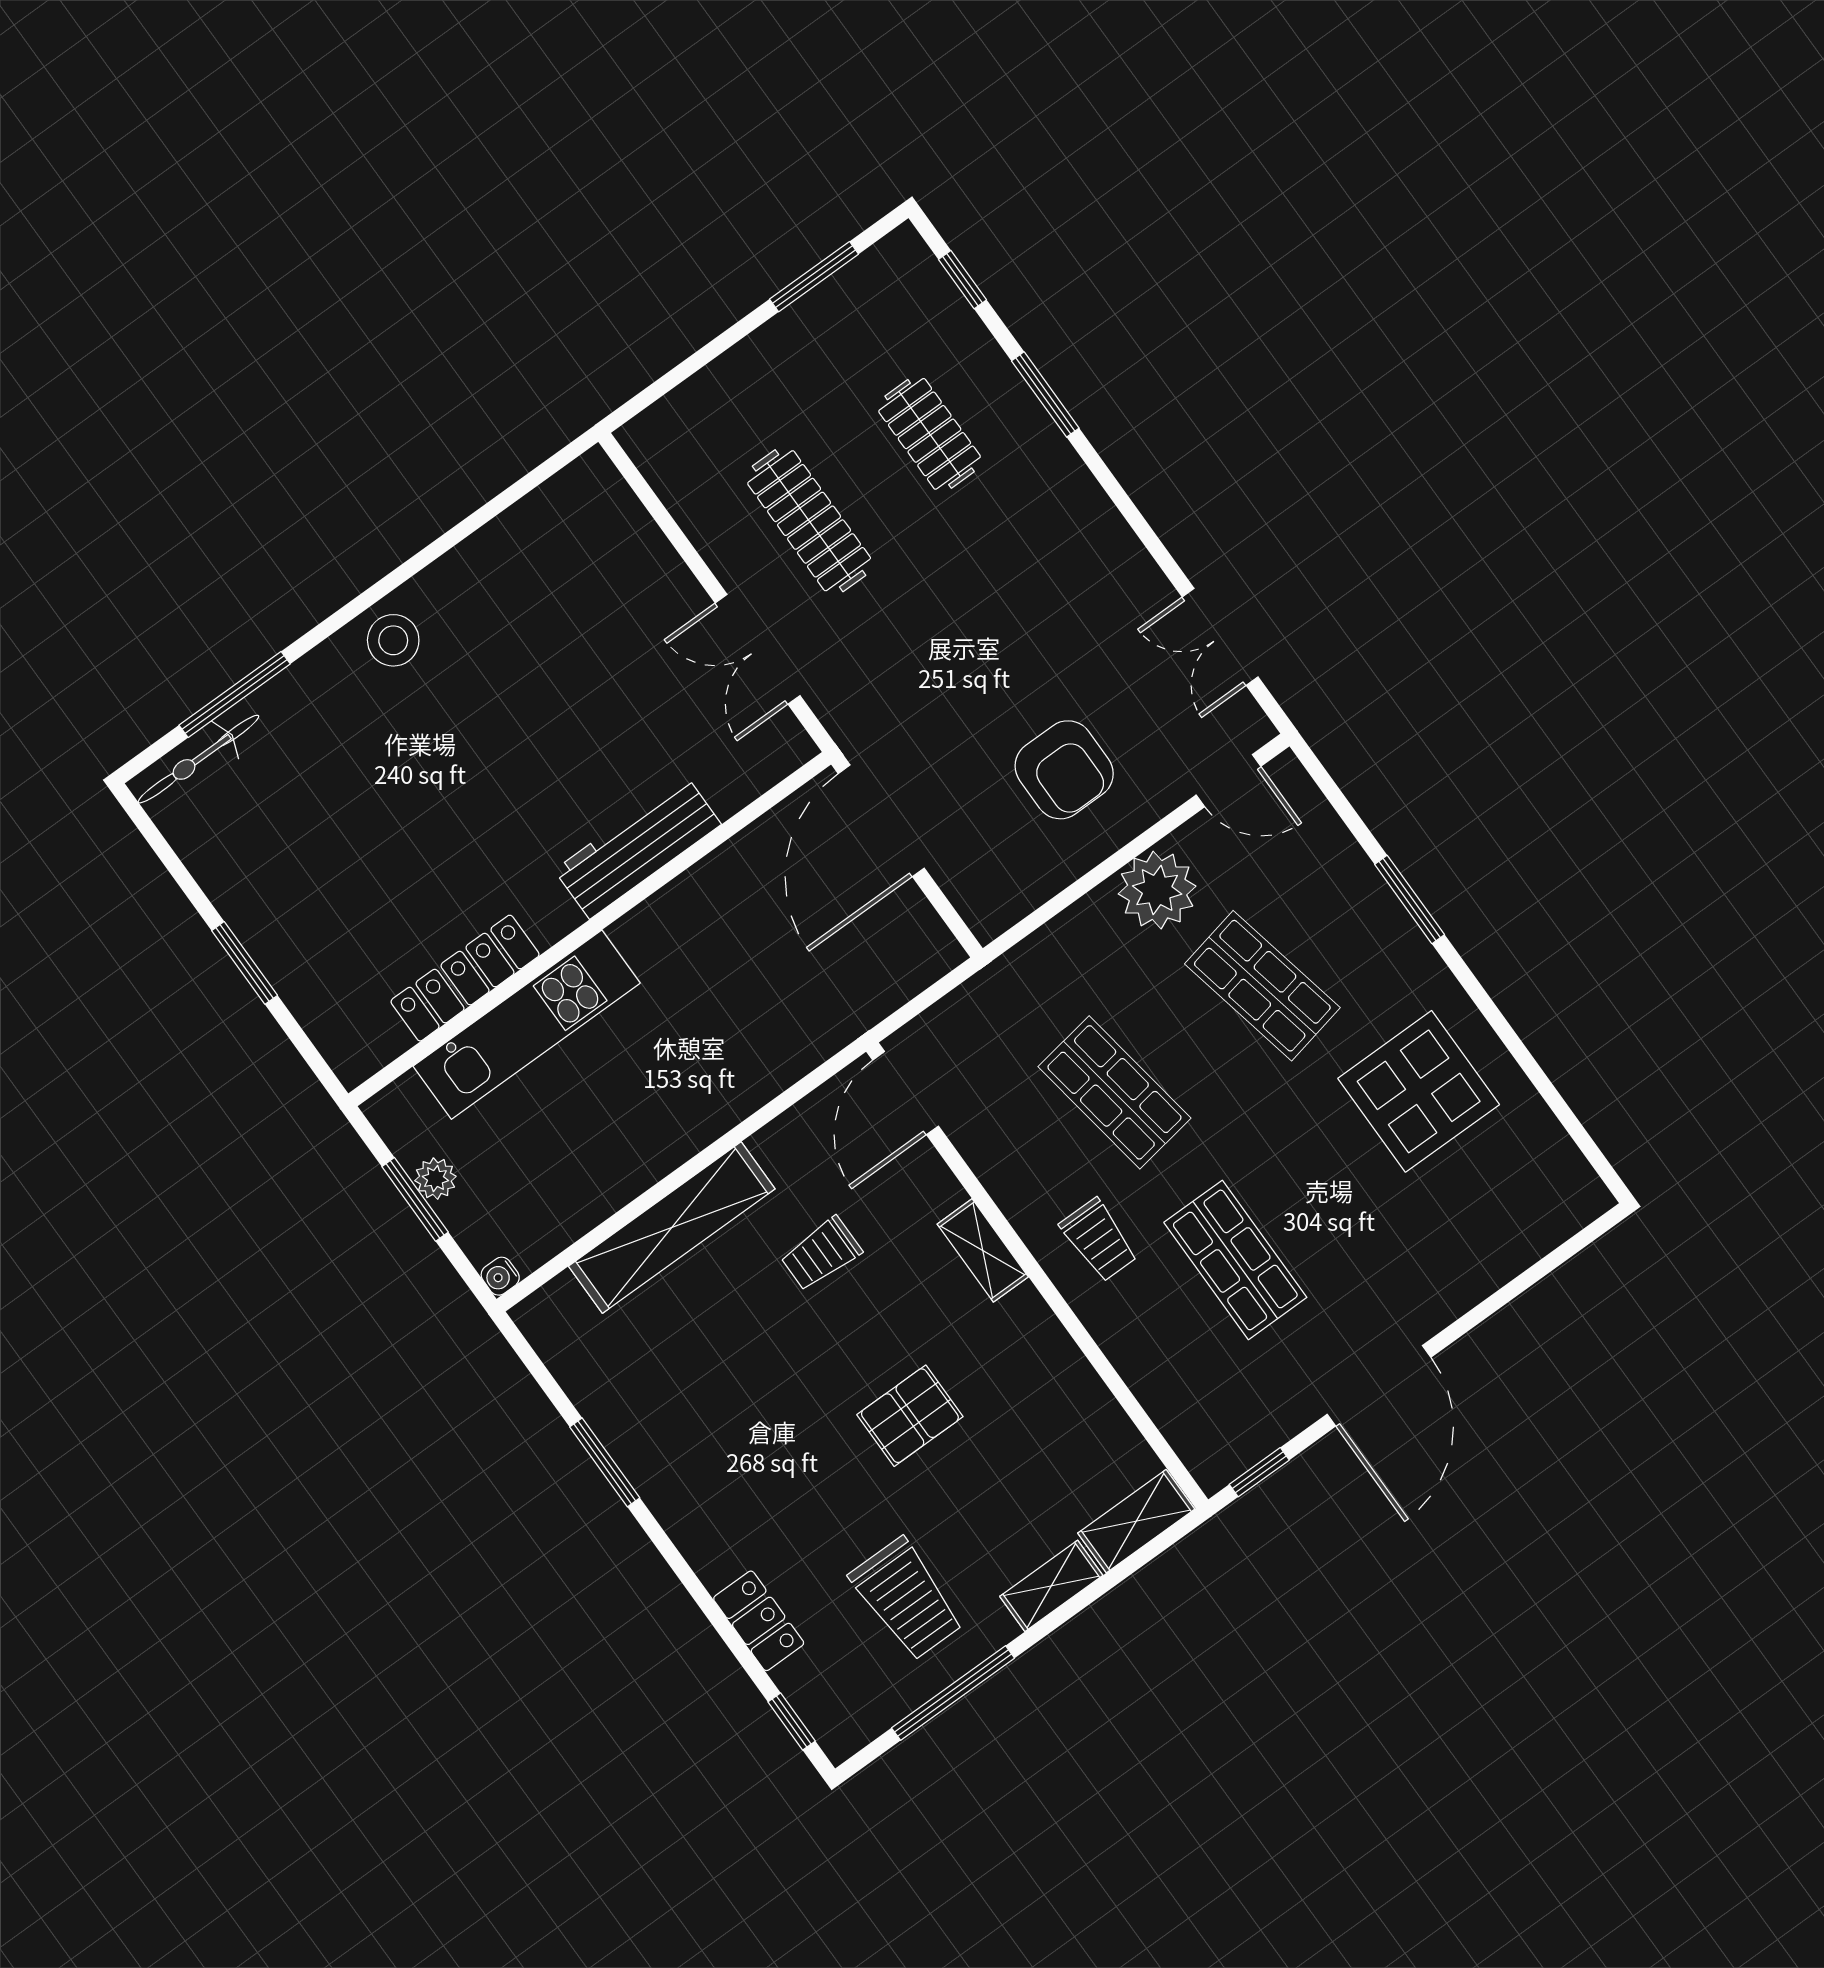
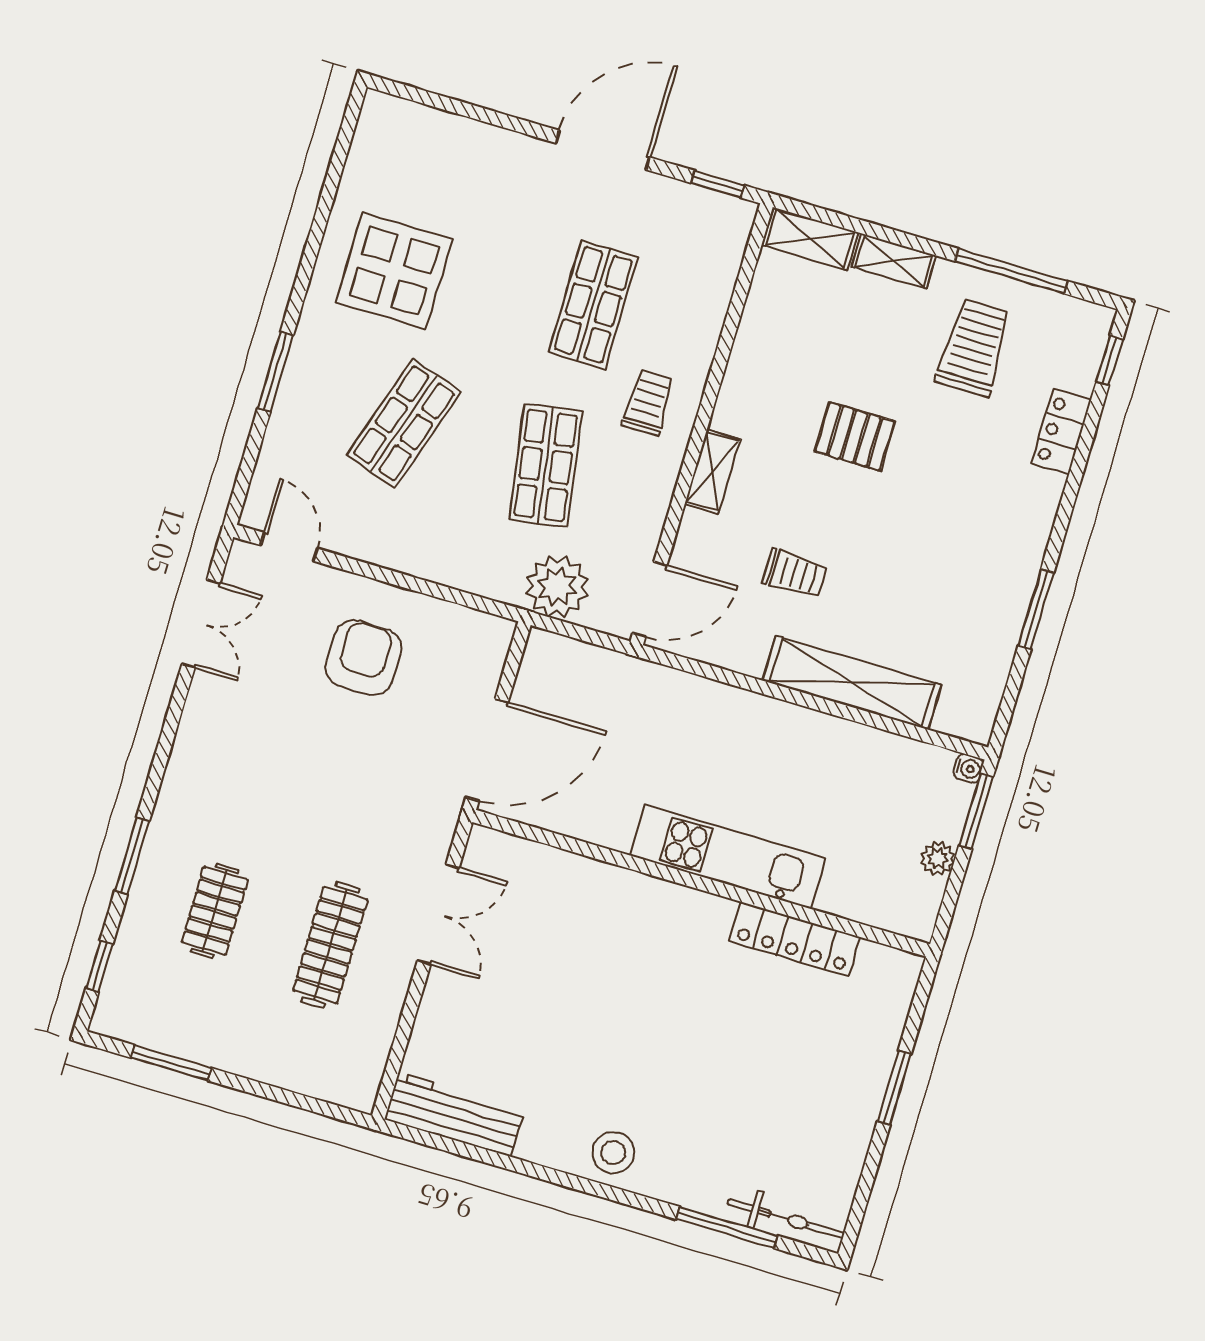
workbench: (638, 847) -> (455, 1114), moved, turned 180
plant: (1157, 890) -> (557, 587), moved
shop shelf: (1262, 986) -> (404, 423), turned 30
kitchen unit: (527, 1025) -> (728, 857), moved
window: (415, 1199) -> (976, 811), moved

